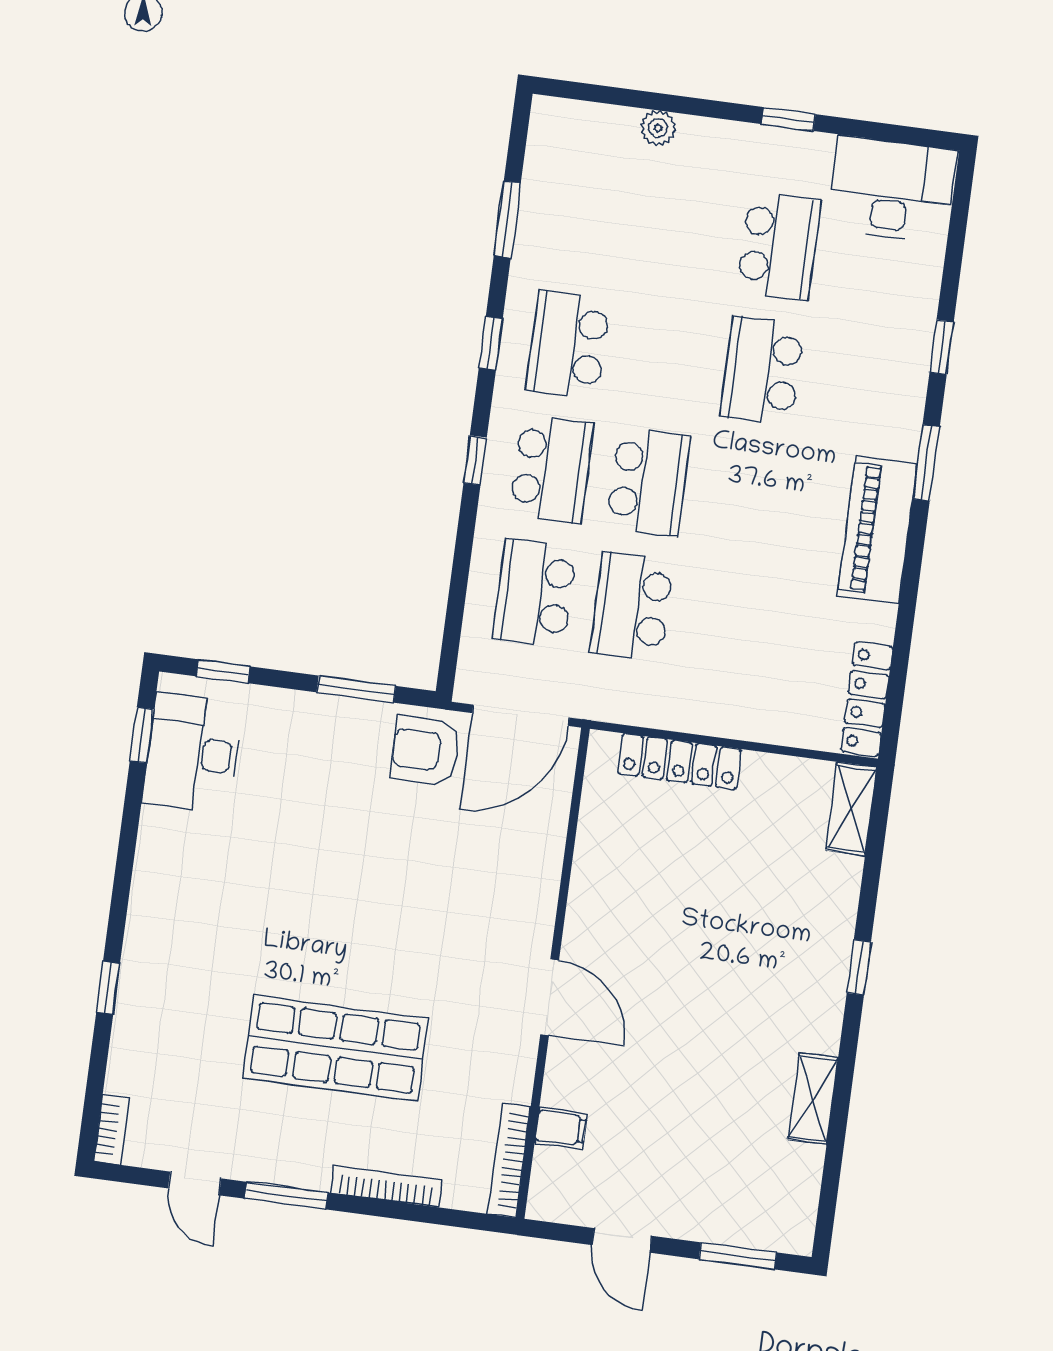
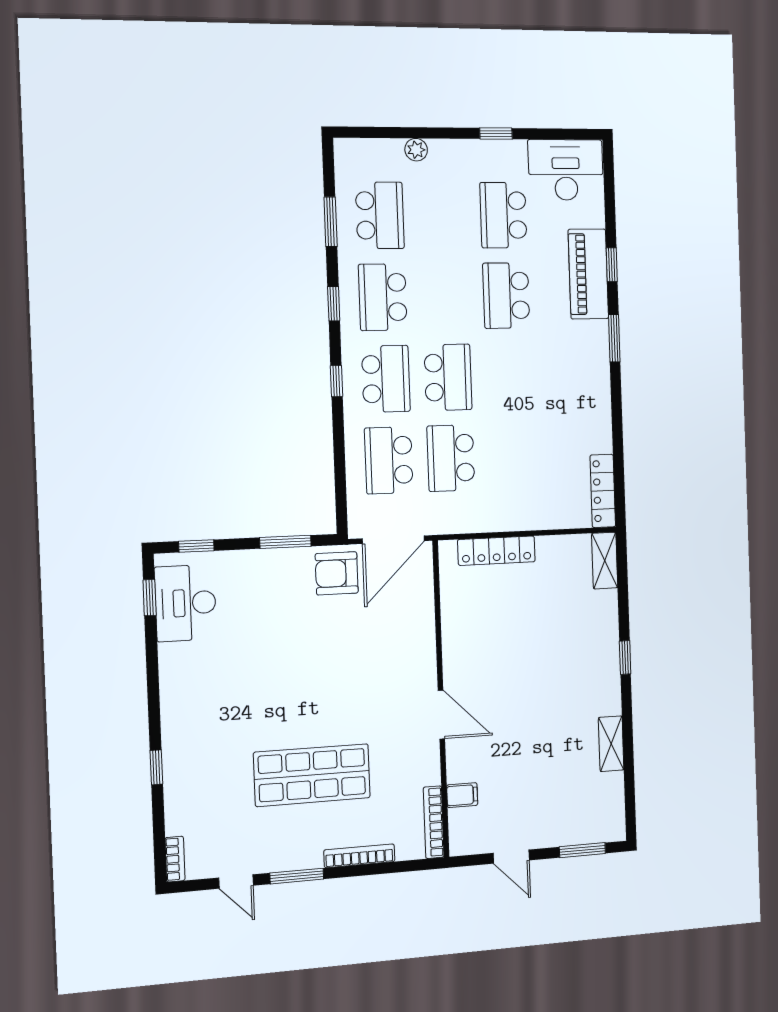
school desk: (584, 220) -> (380, 215), added
school desk: (779, 246) -> (503, 215), turned 180
piano: (877, 530) -> (588, 274), moved

